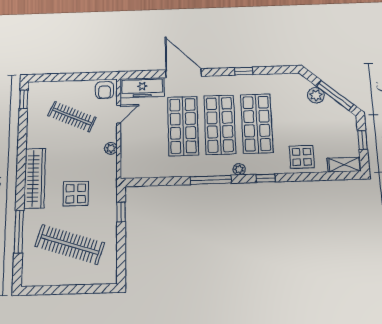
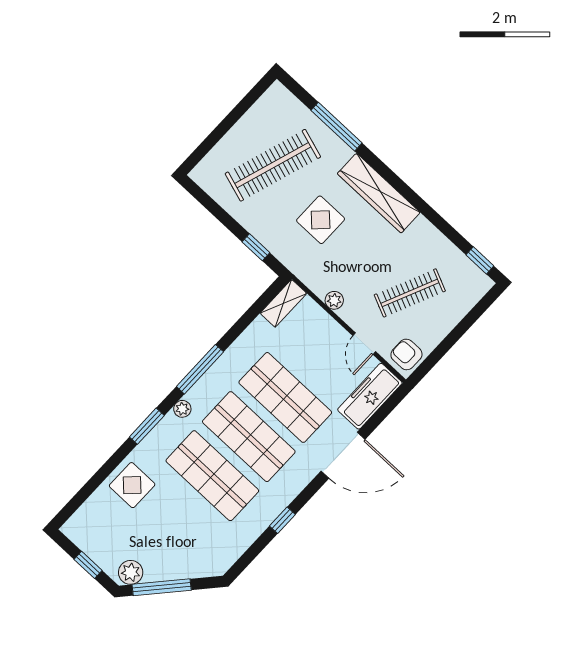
plant: (316, 95) -> (131, 572), moved
shelving: (344, 165) -> (283, 303), moved
window: (266, 178) -> (147, 426), width x1.50

